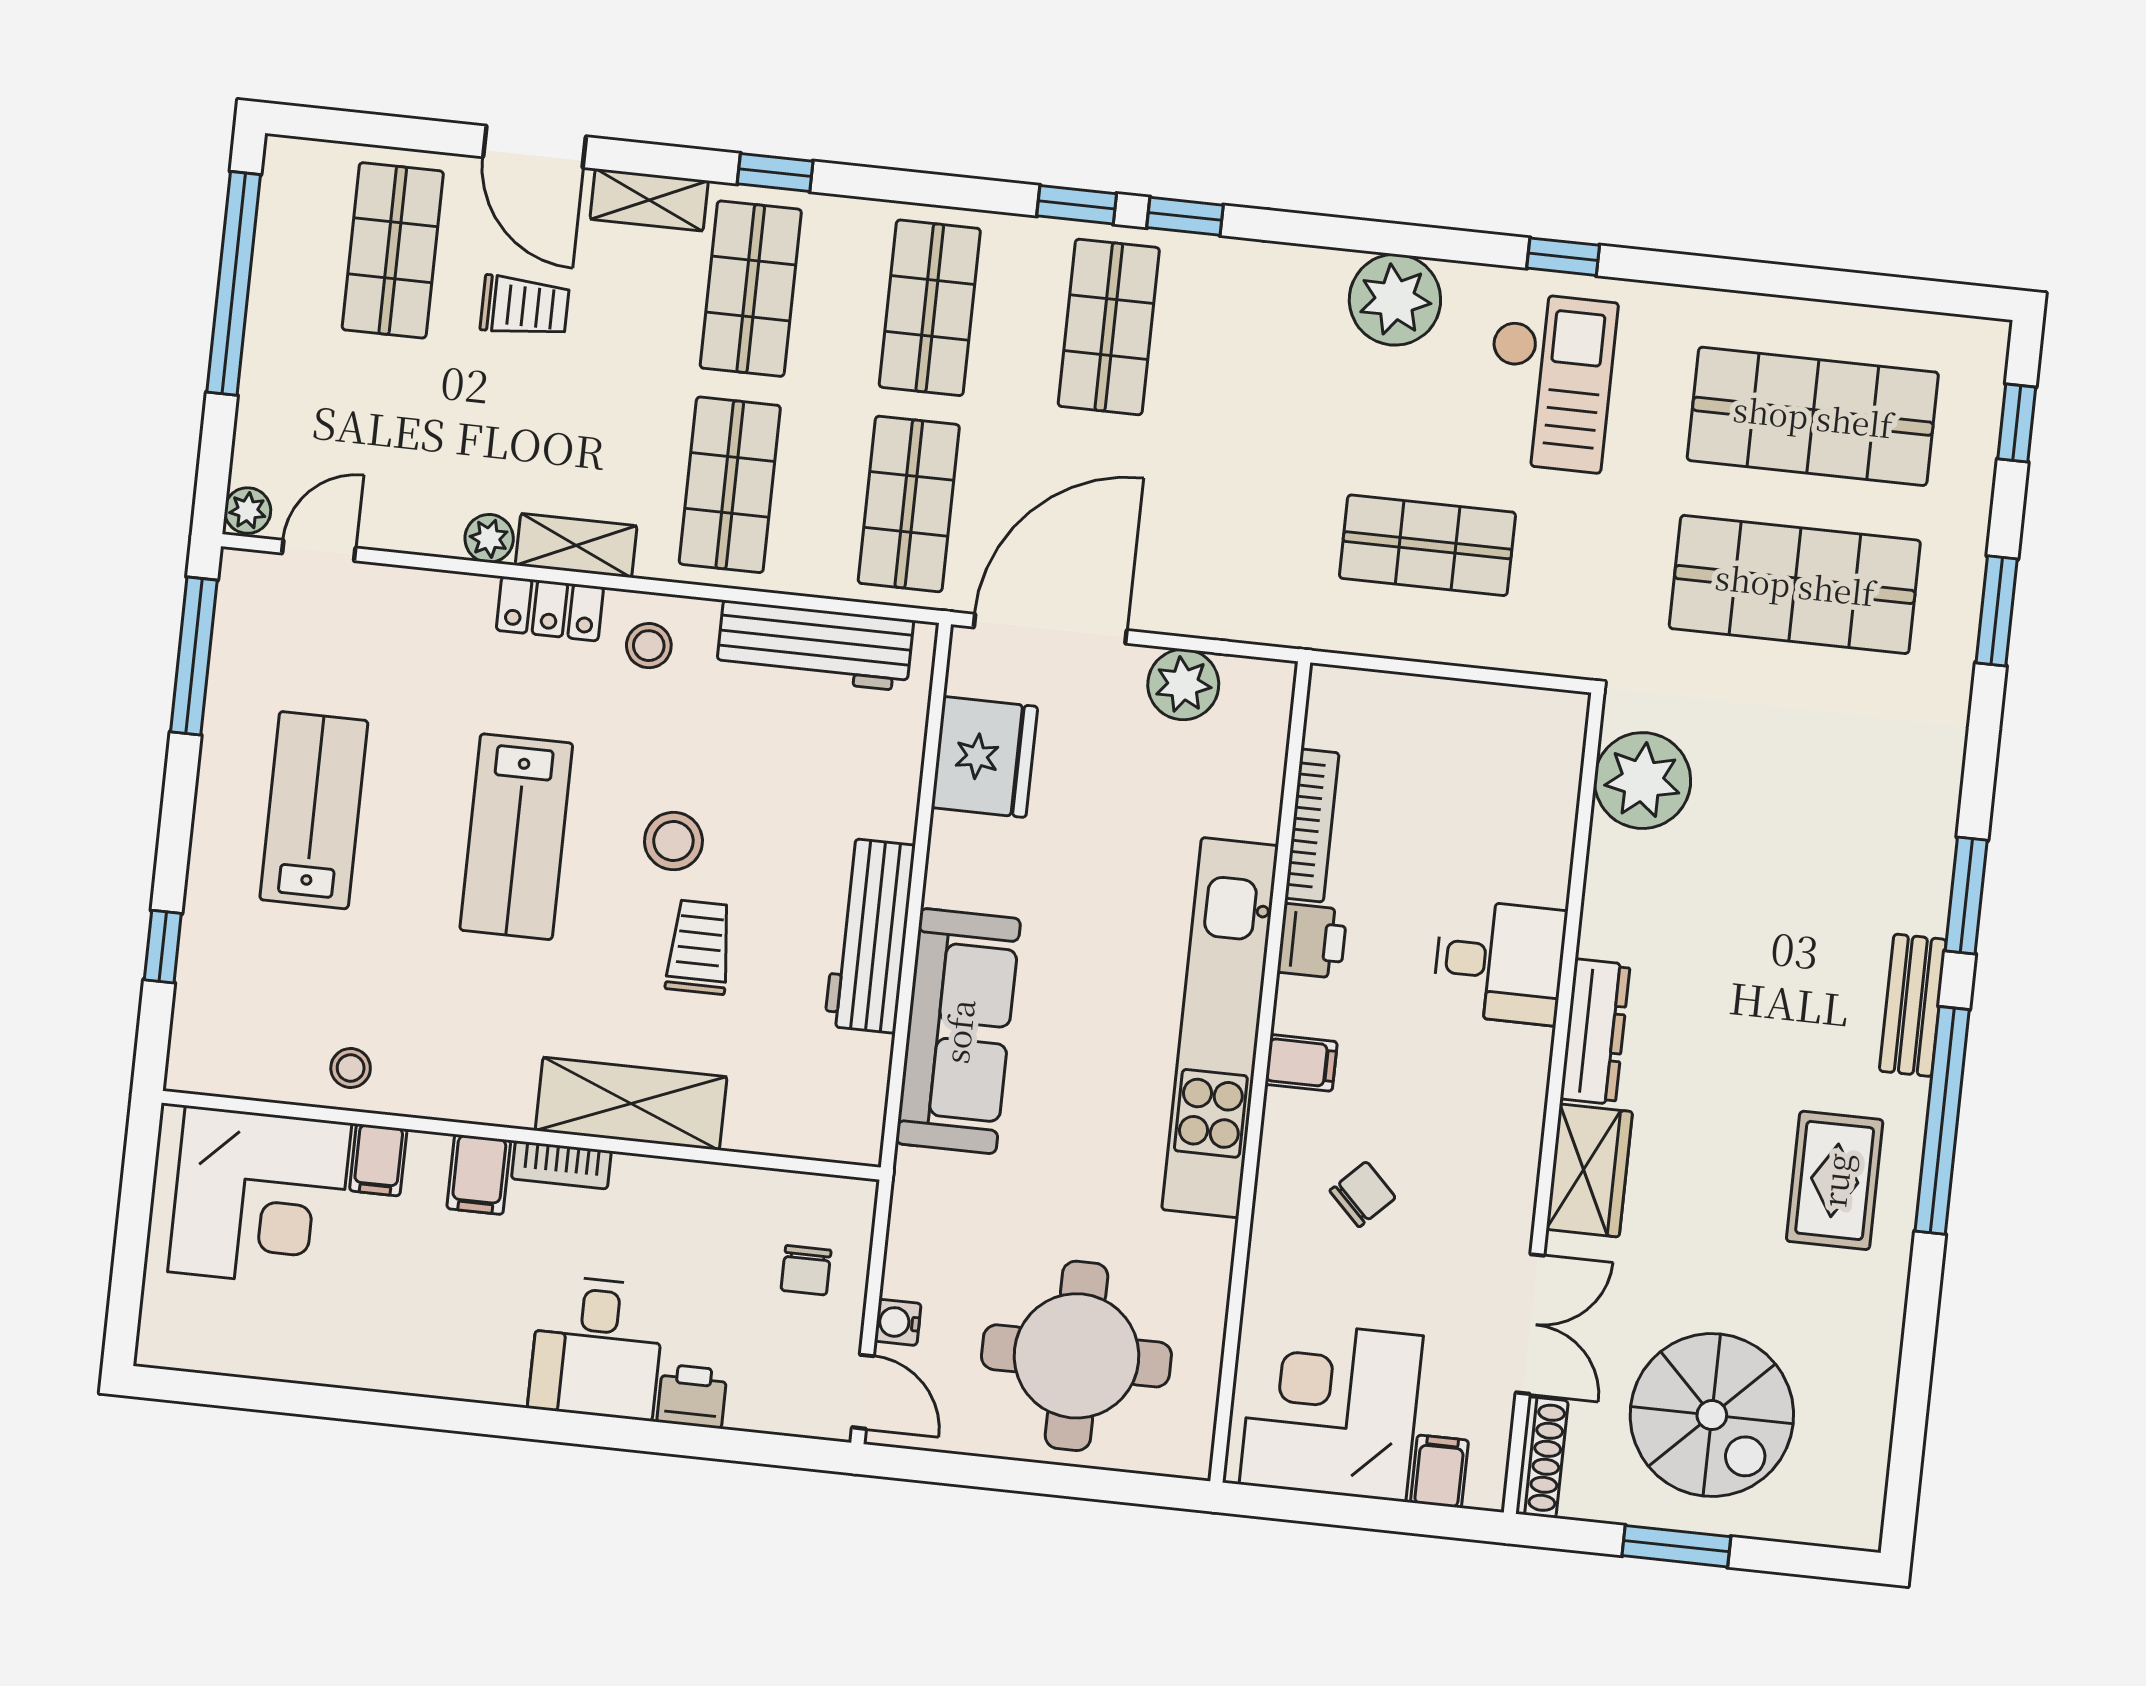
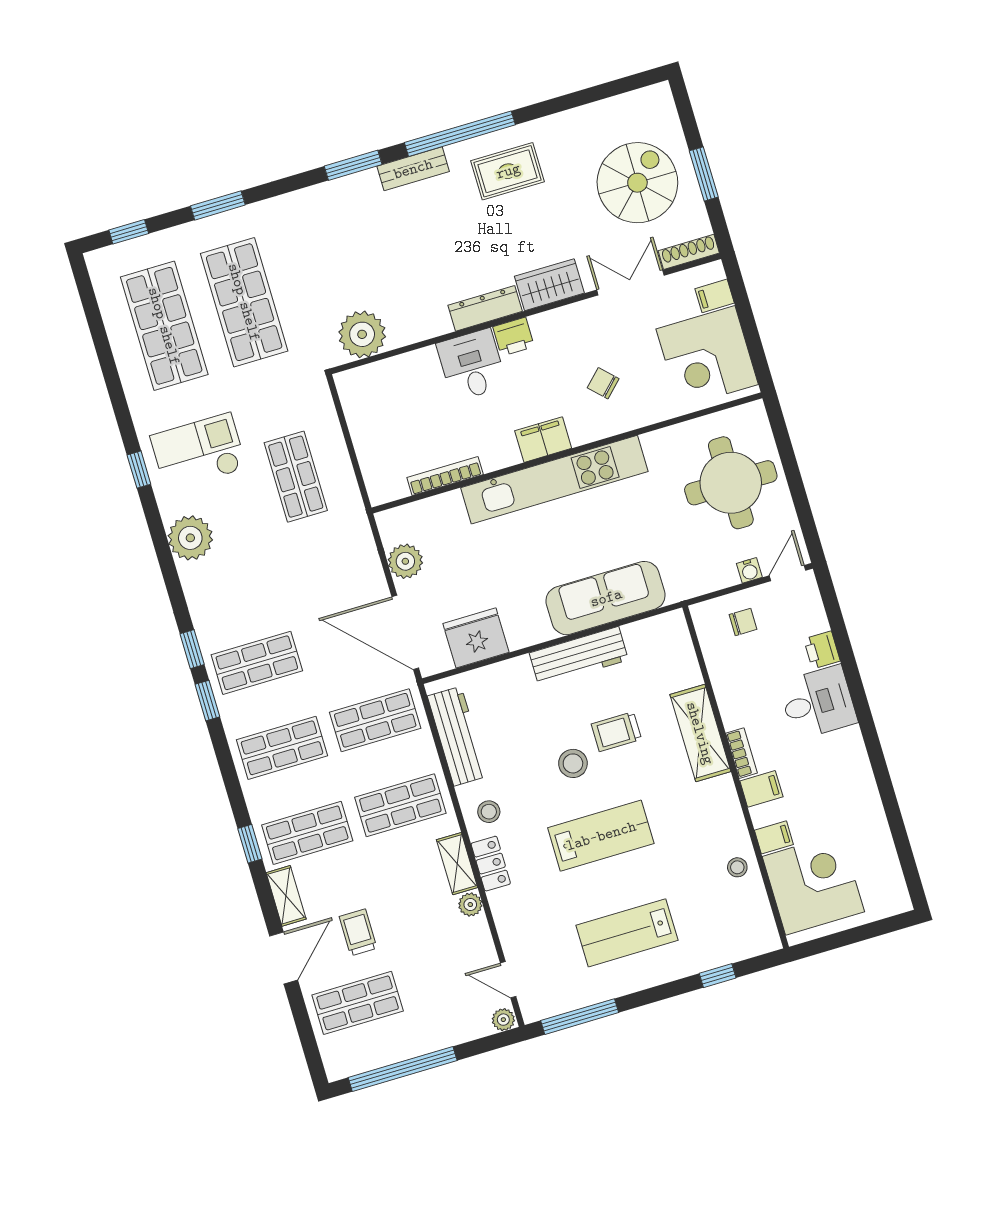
printer: (1312, 941) -> (513, 337), moved, turned 180
filing cabinet: (1301, 1063) -> (543, 440), width x2.00

